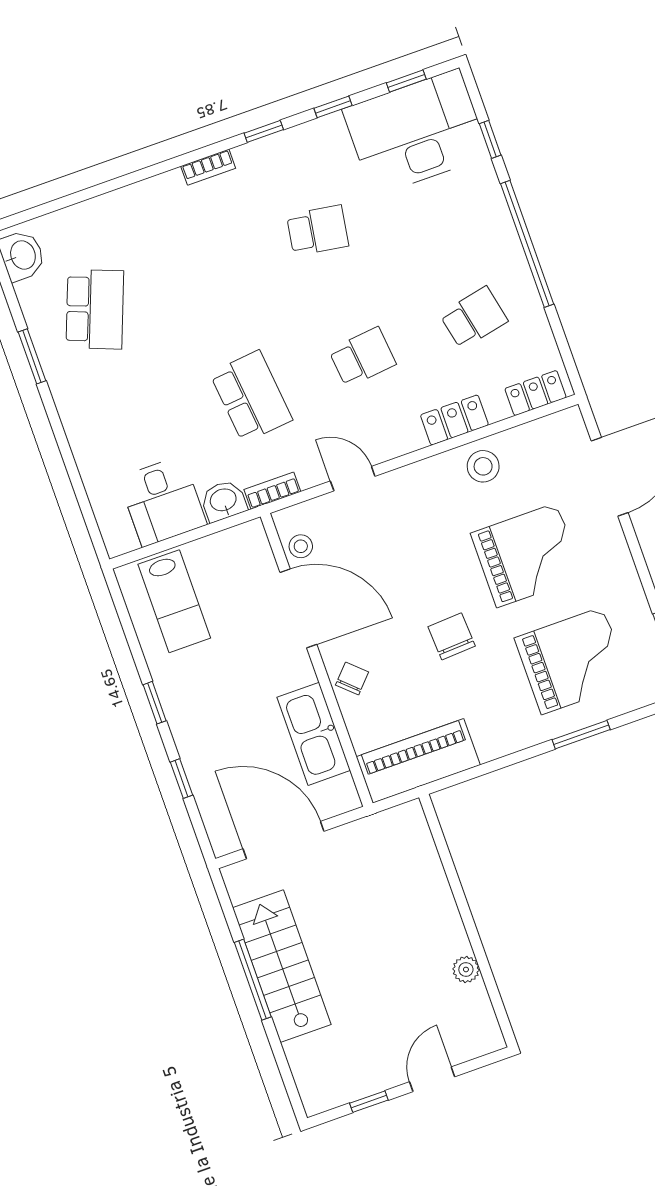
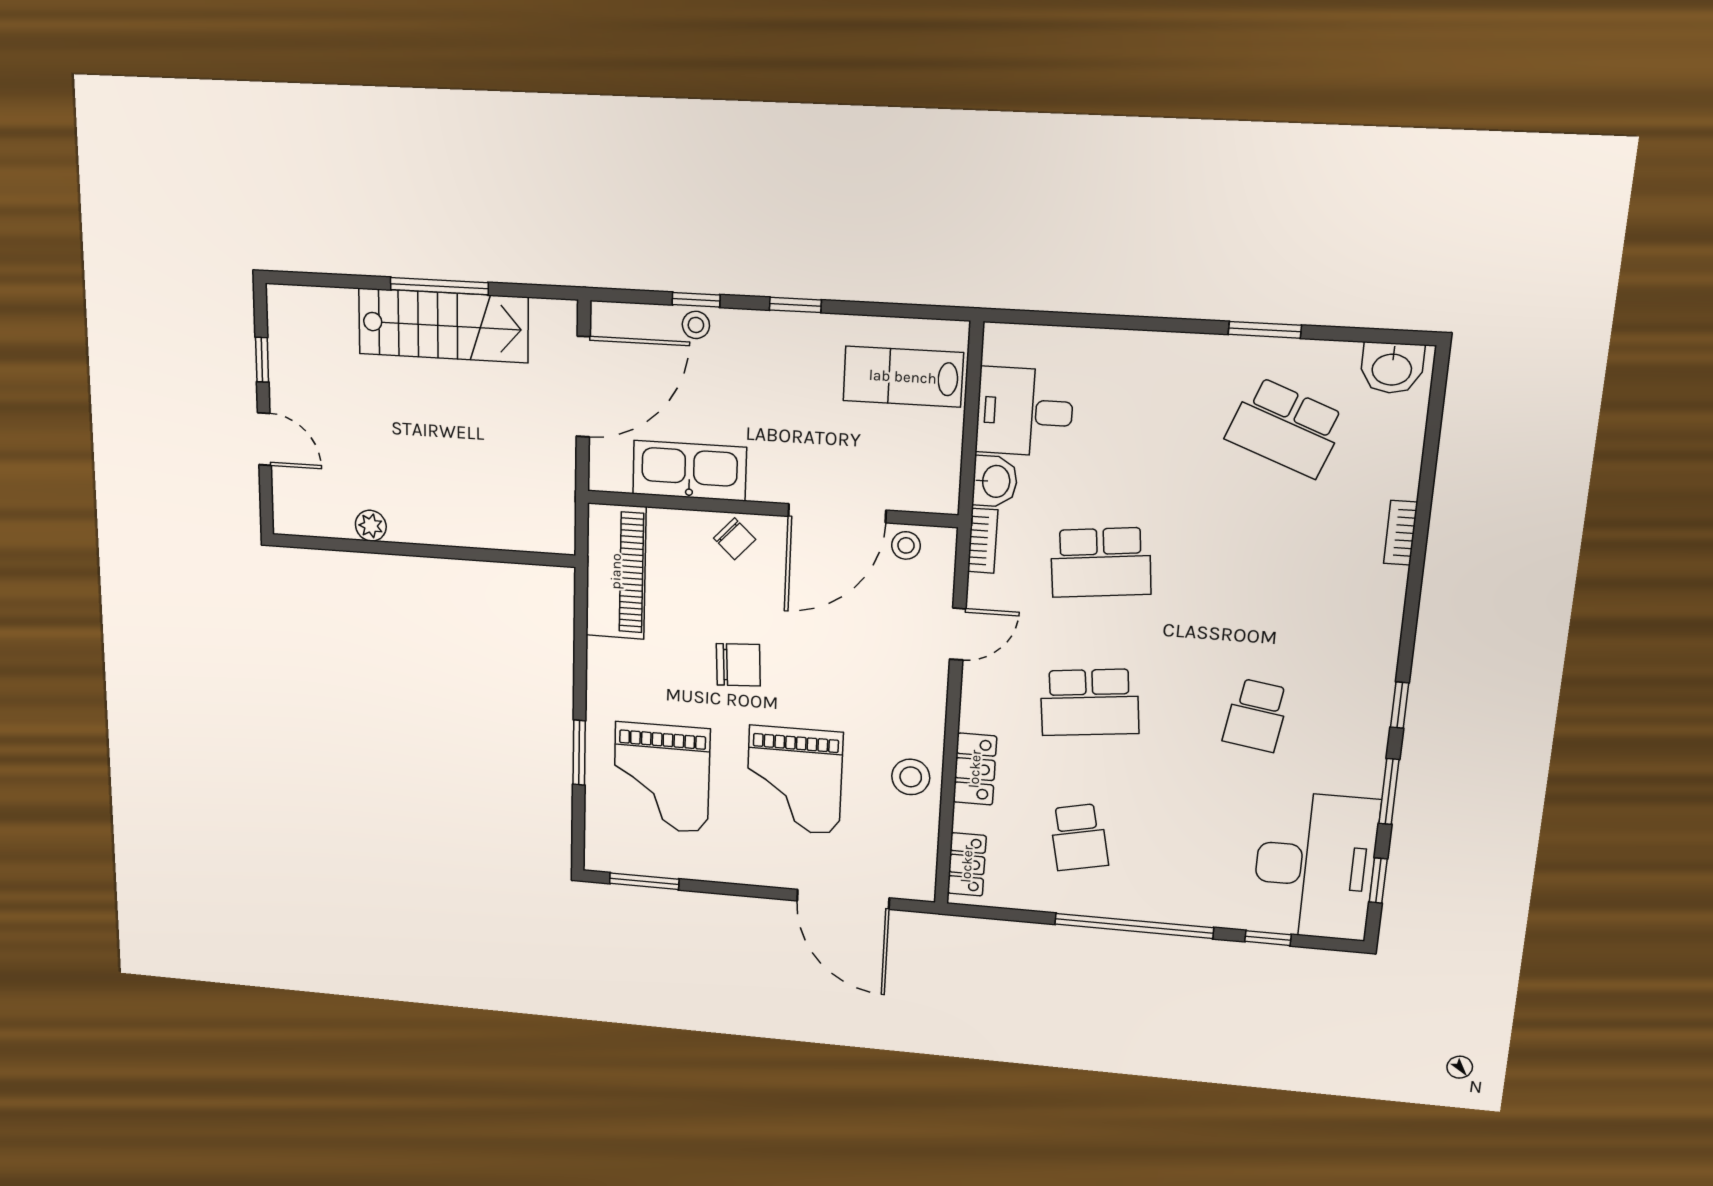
window: (333, 107) -> (1389, 791), width x1.50
bookcase: (208, 167) -> (1401, 533), moved
school desk: (362, 357) -> (1090, 702), width x1.85
stool: (200, 772) -> (696, 325), added

